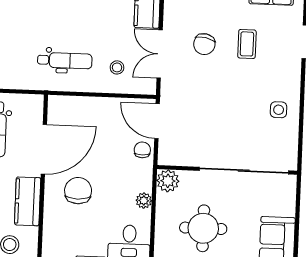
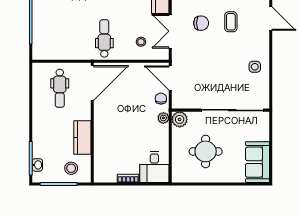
chair: (204, 44) -> (201, 23), turned -101
dental chair: (65, 61) -> (104, 38), turned -90
door: (44, 149) -> (92, 83), moved
chair: (78, 191) -> (117, 129), removed
plant: (144, 201) -> (163, 118), moved

